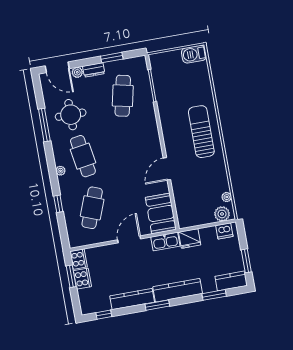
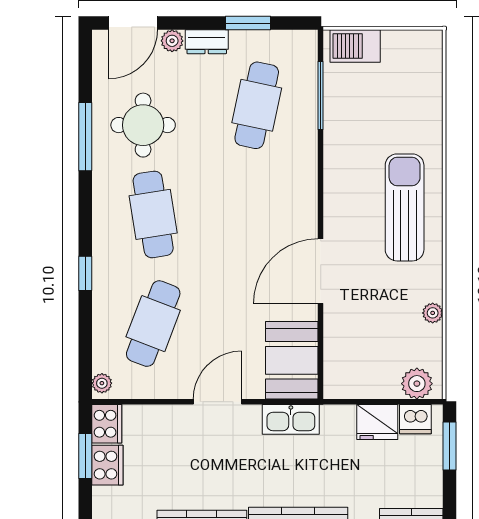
barbecue: (194, 54) -> (355, 46), moved
door: (57, 67) -> (133, 23), hinge flipped
door: (167, 169) -> (321, 271), width x1.36
plant: (60, 171) -> (102, 383), moved
plant: (227, 197) -> (433, 313), moved
window: (58, 204) -> (85, 273), moved
fridge: (190, 238) -> (377, 422), moved
window: (246, 261) -> (449, 446), moved

